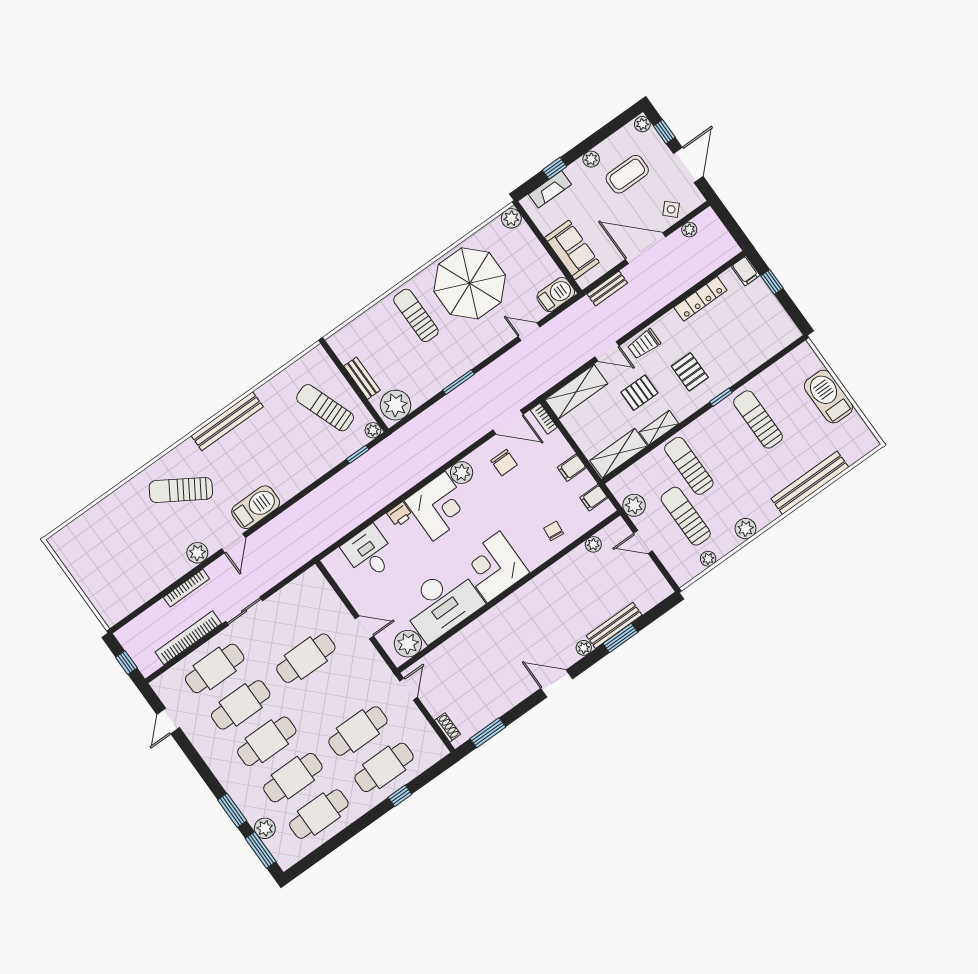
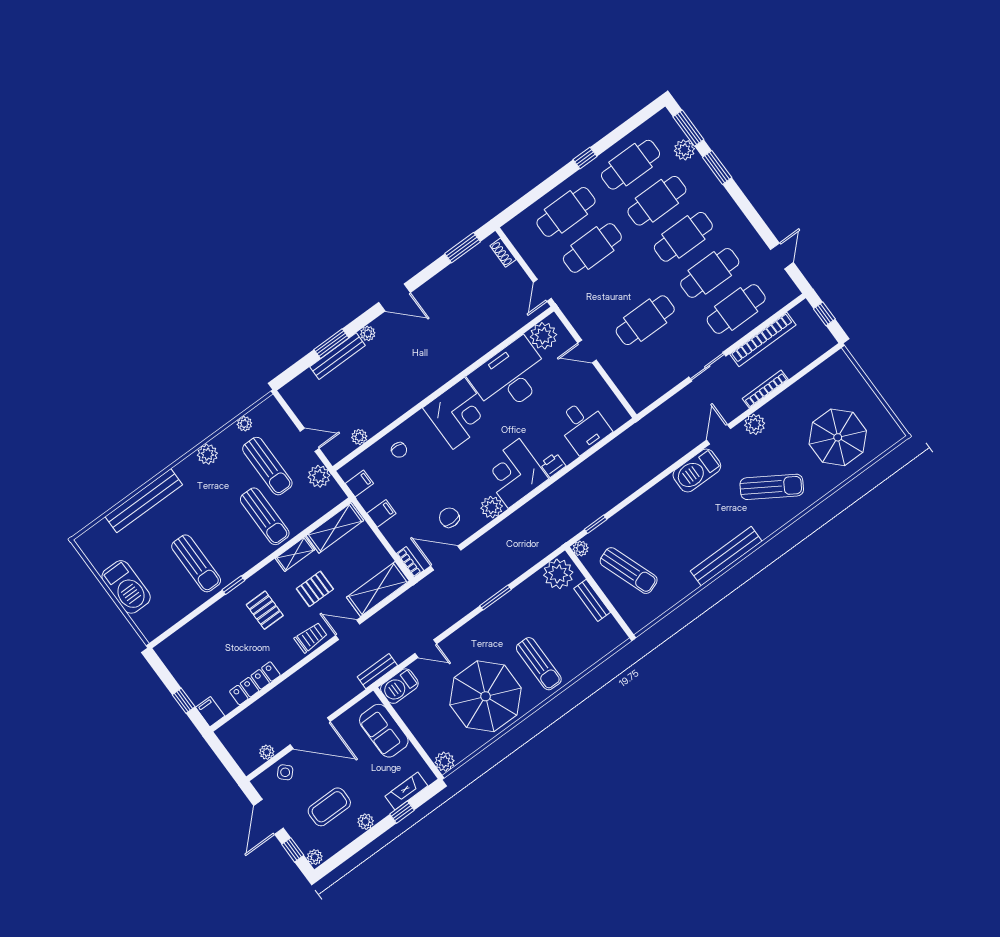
bench: (607, 288) -> (377, 671), moved
parasol: (114, 539) -> (838, 437), added
window: (400, 796) -> (585, 158), moved

